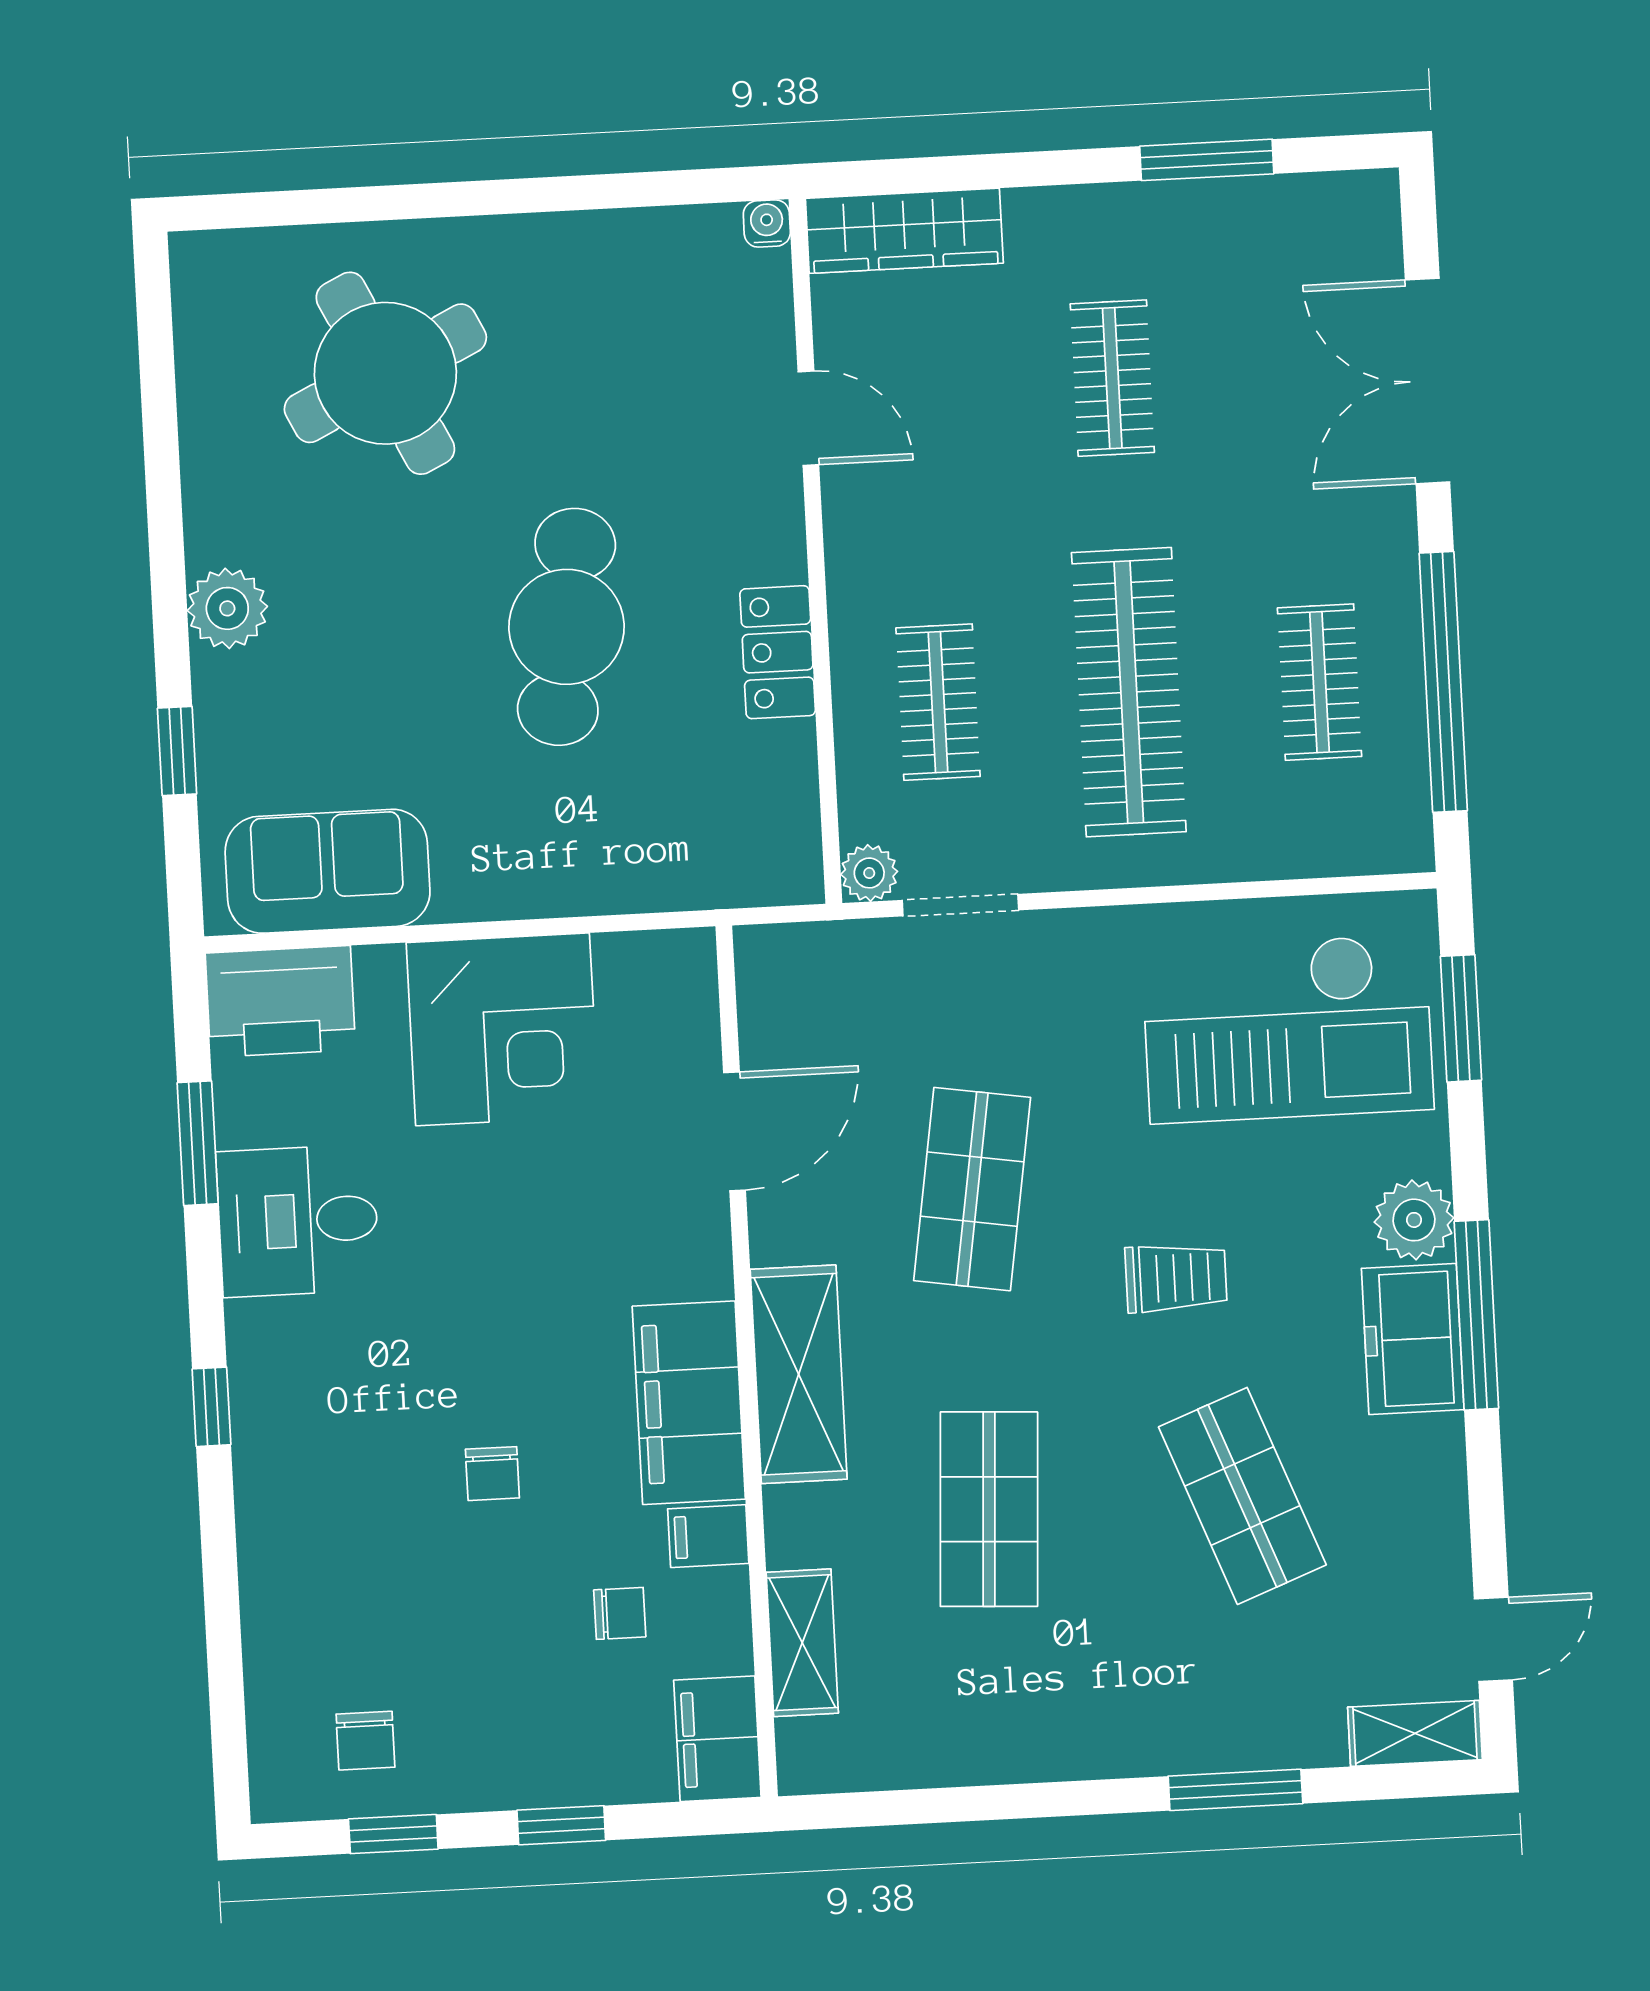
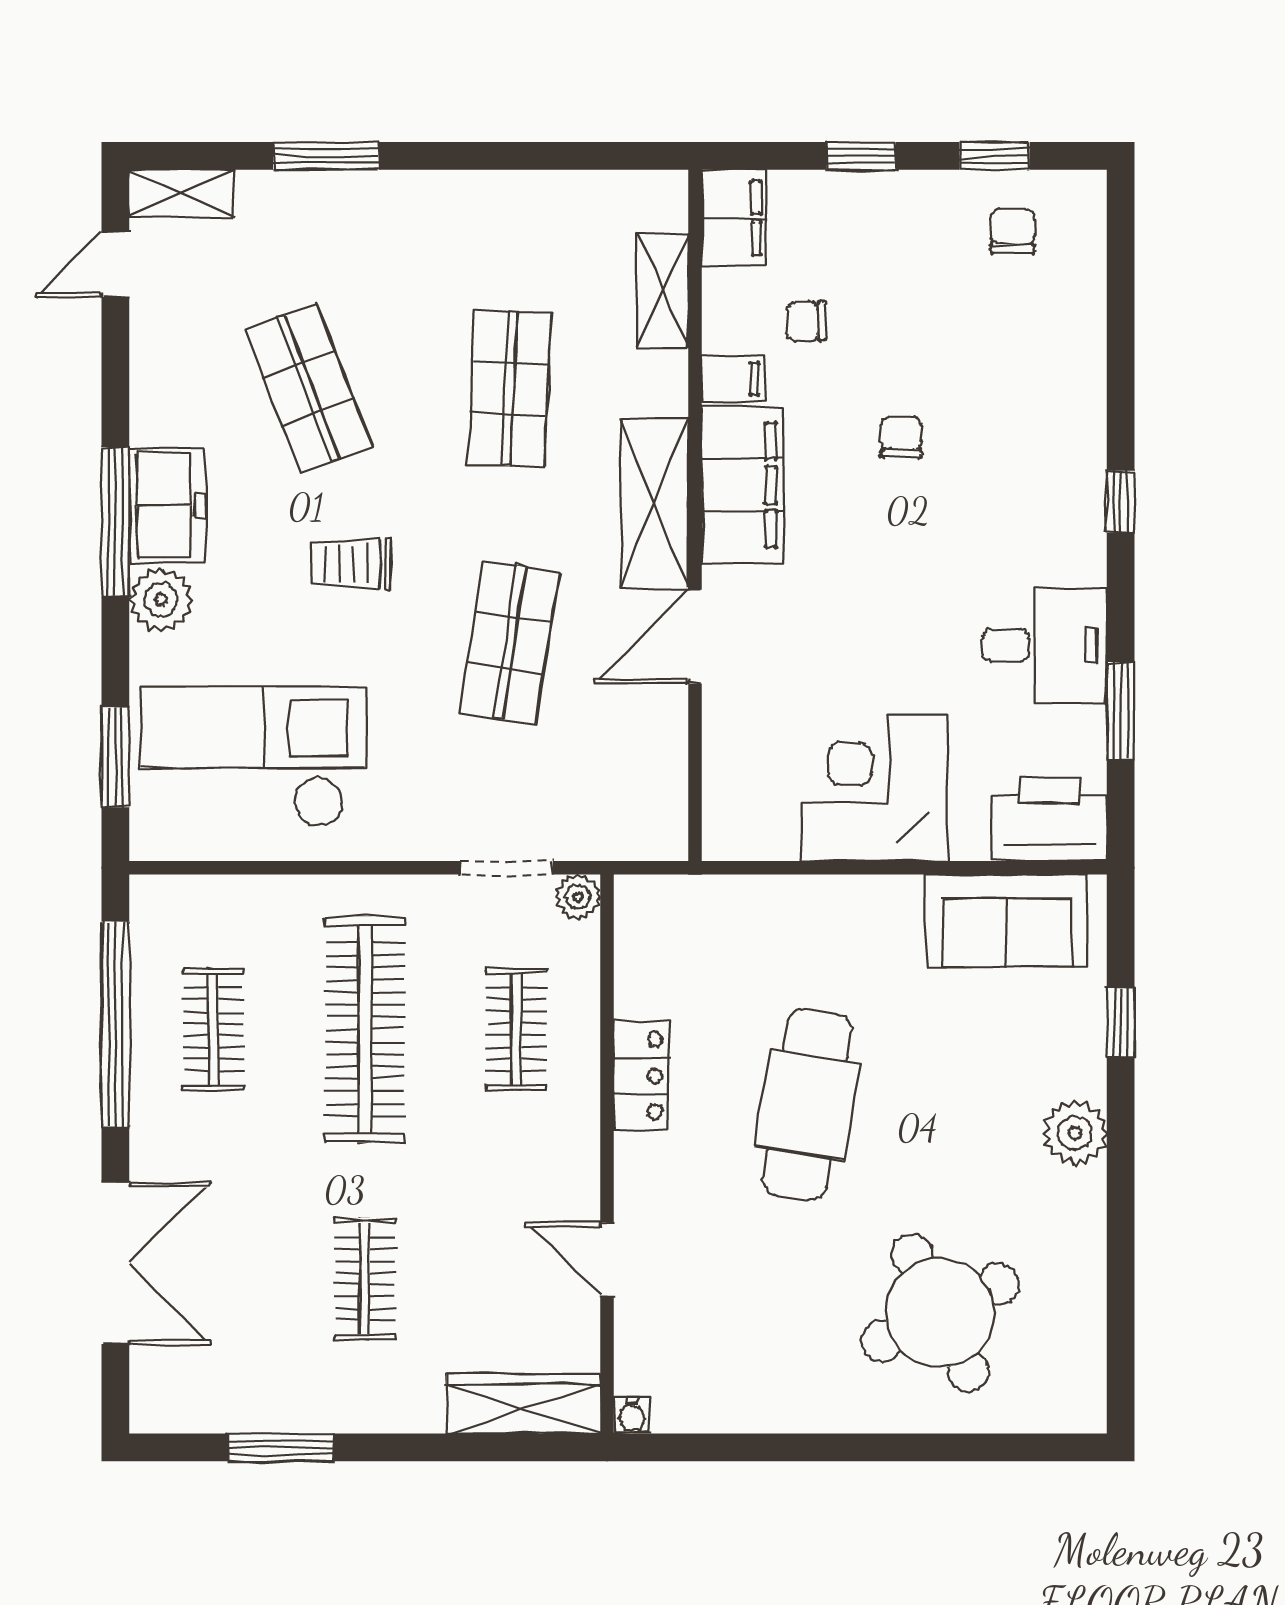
door: (735, 1131) -> (695, 637), moved

